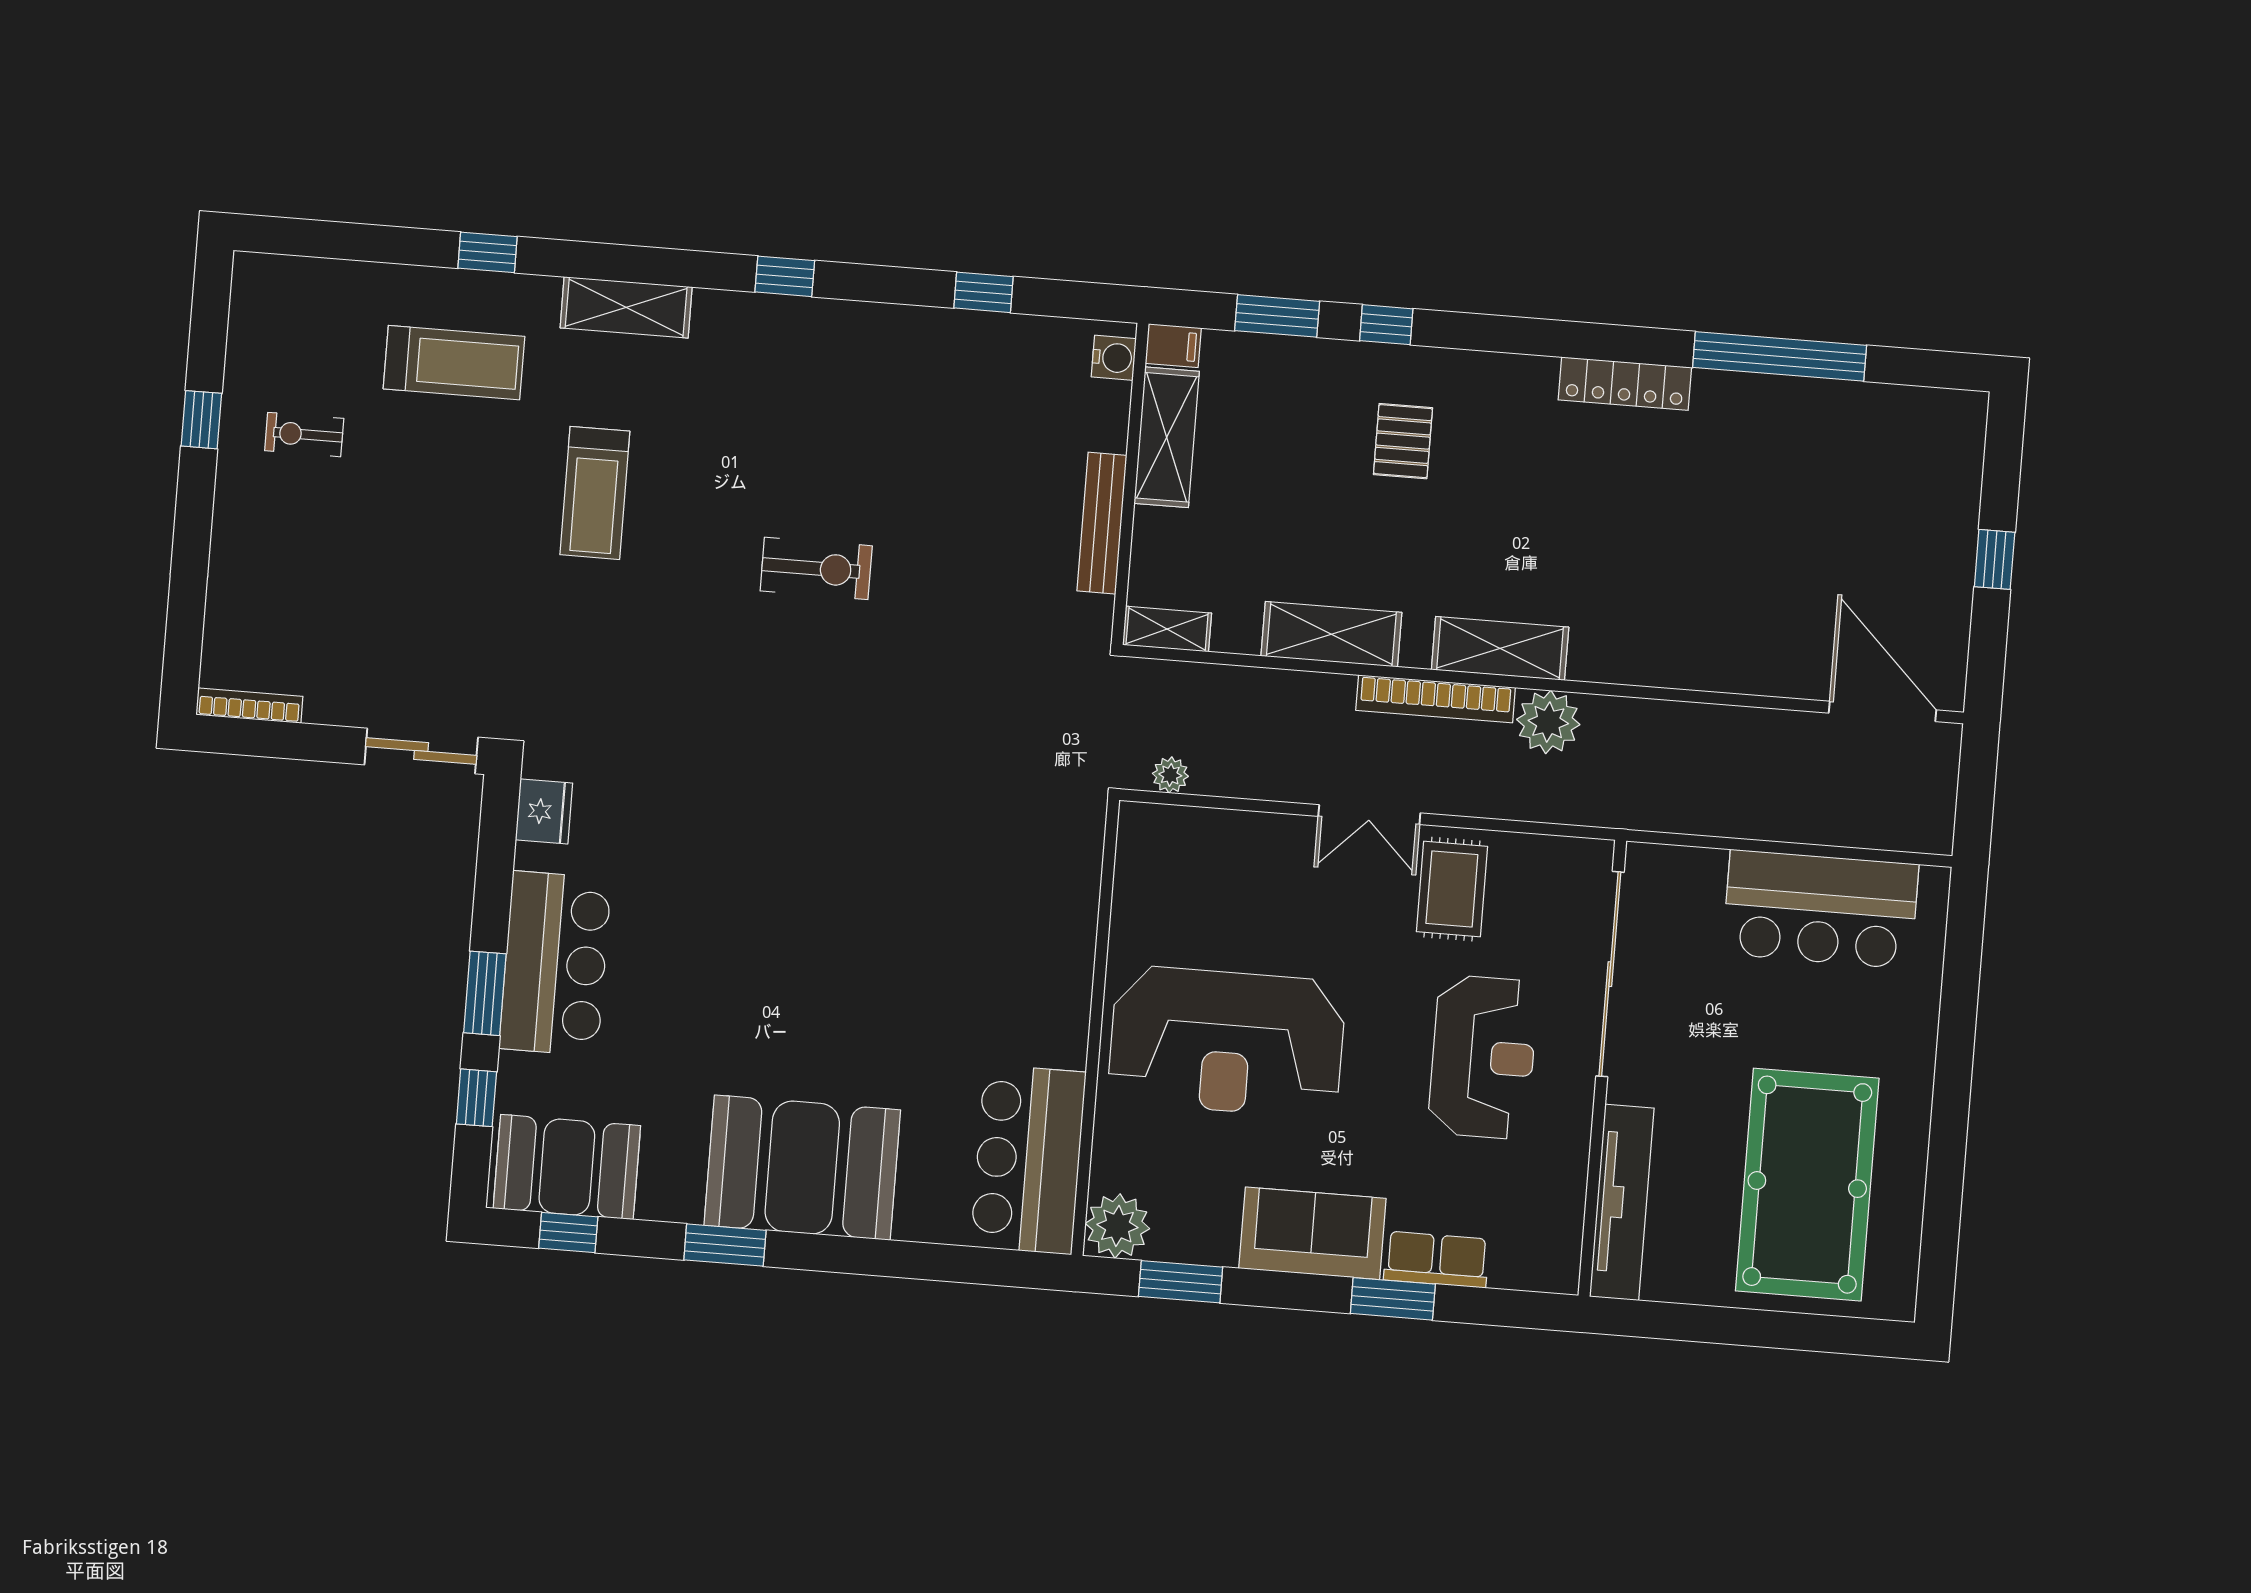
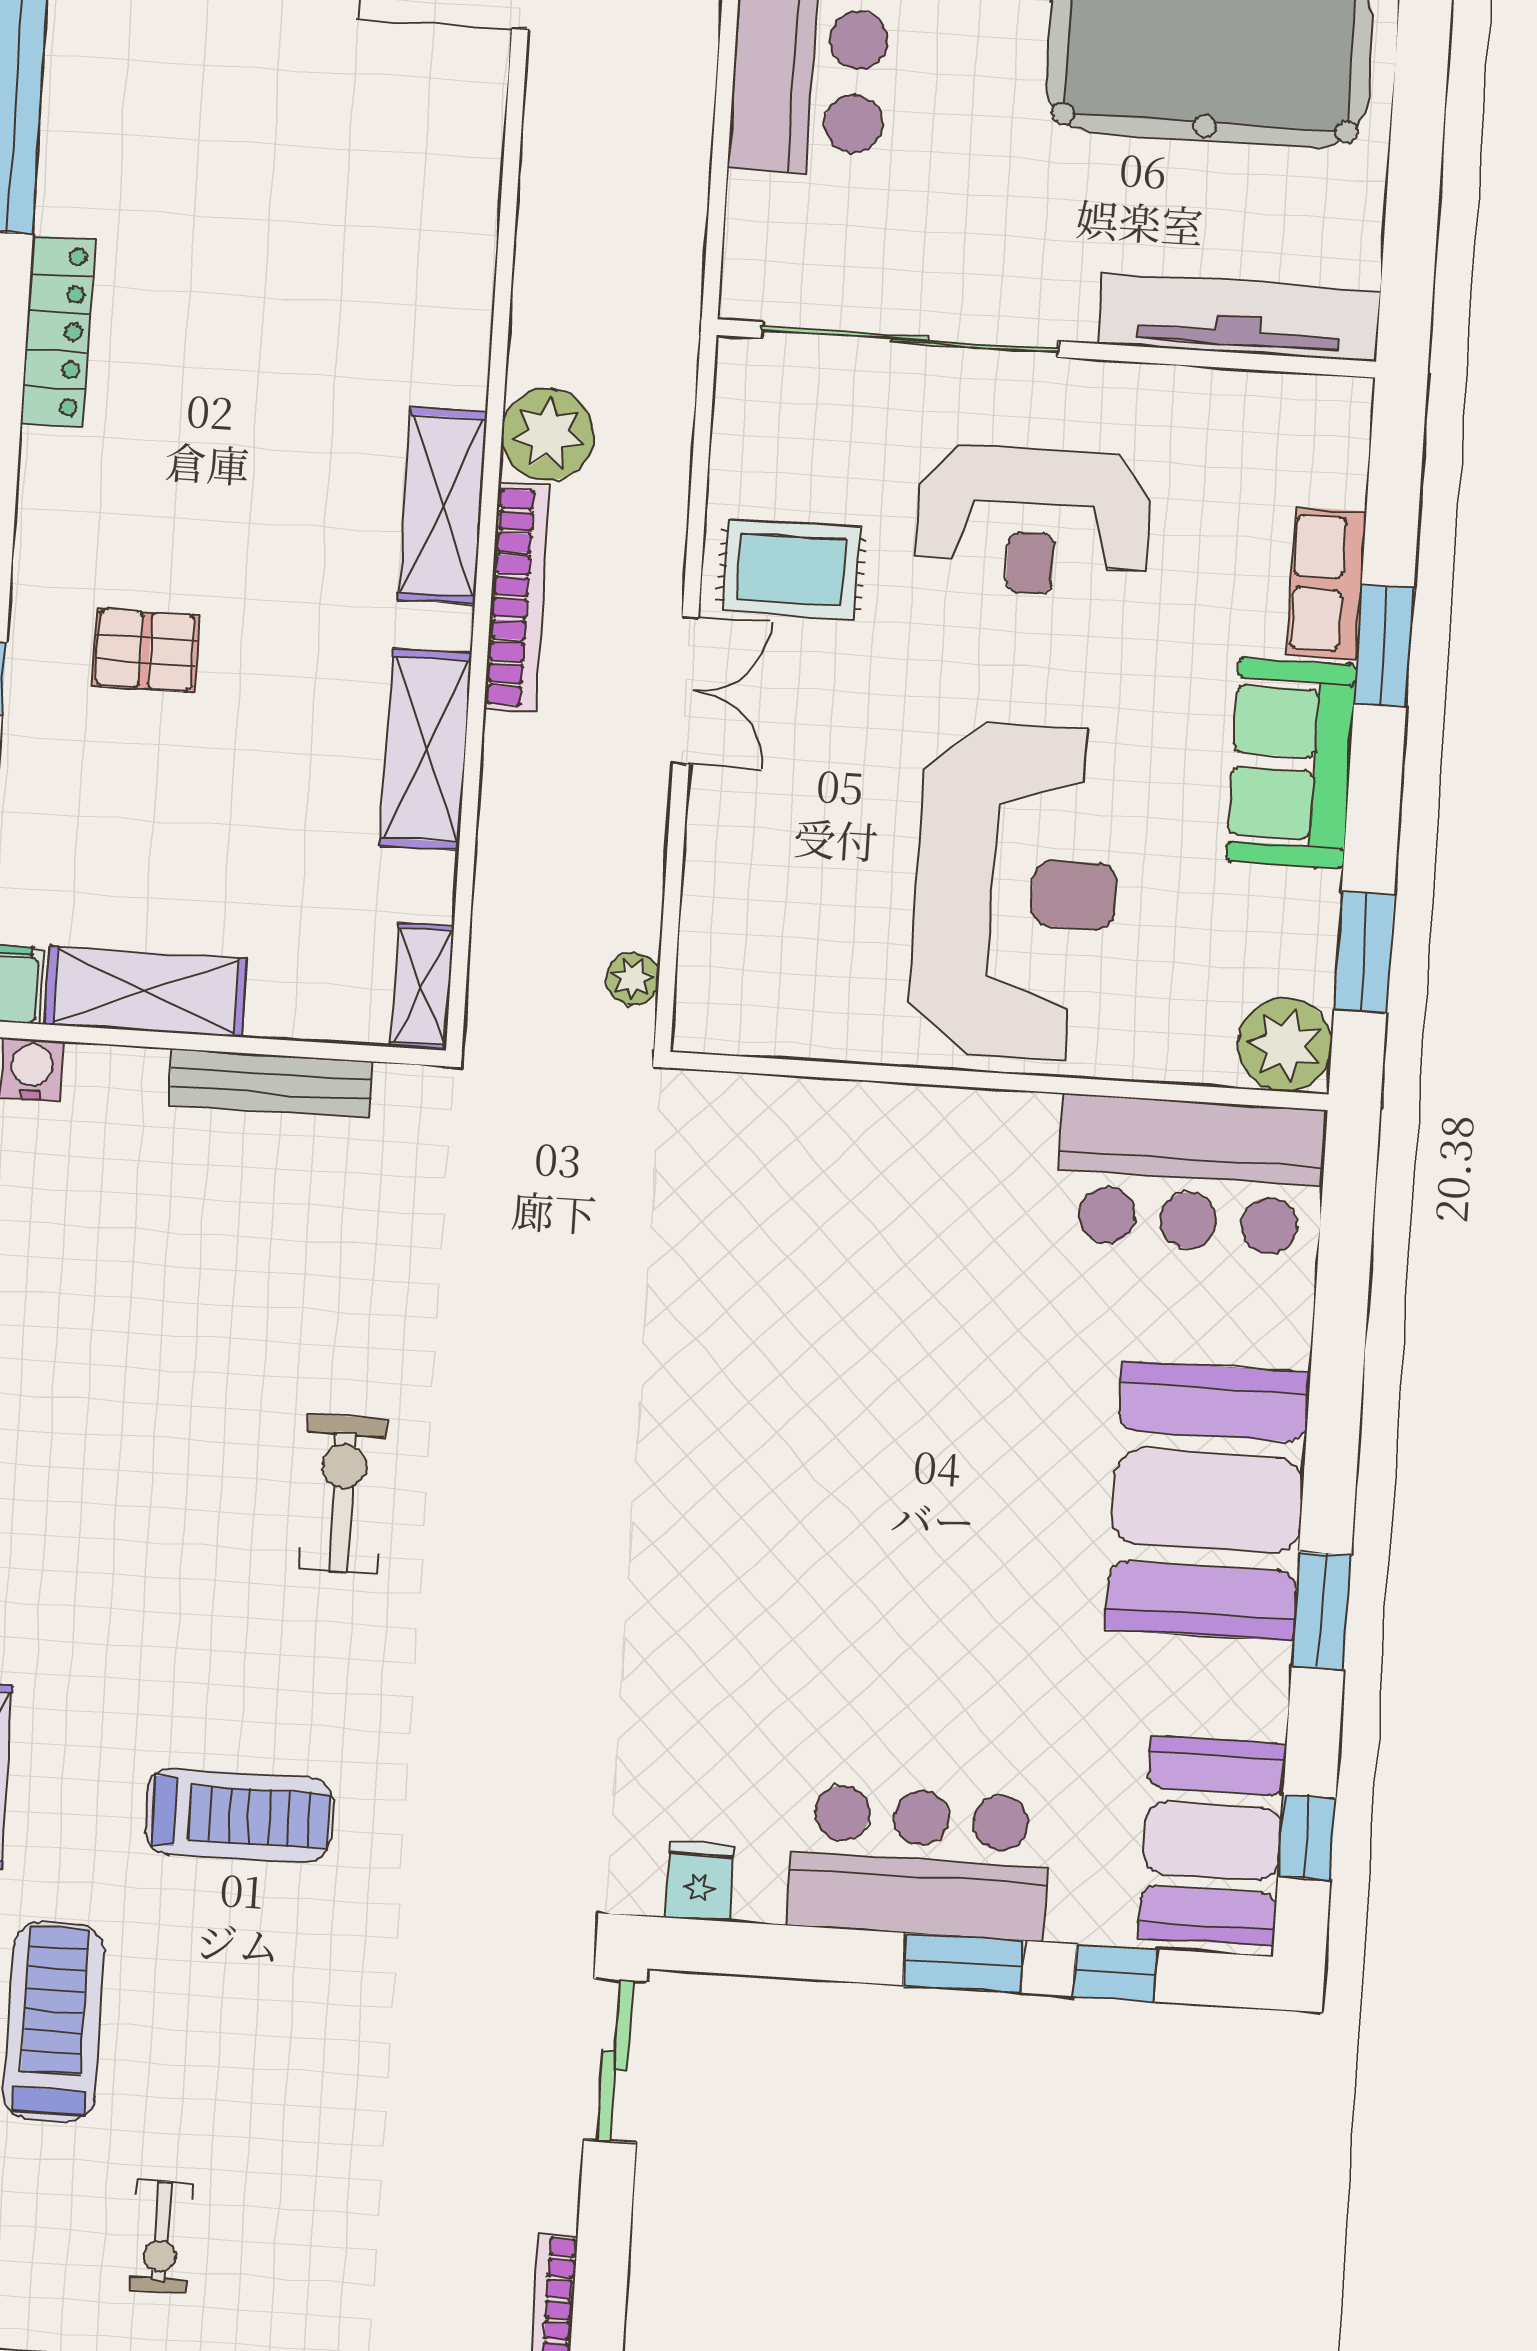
fridge: (544, 811) -> (700, 1882), width x0.72
reception desk: (1483, 1057) -> (1033, 521), turned 180

